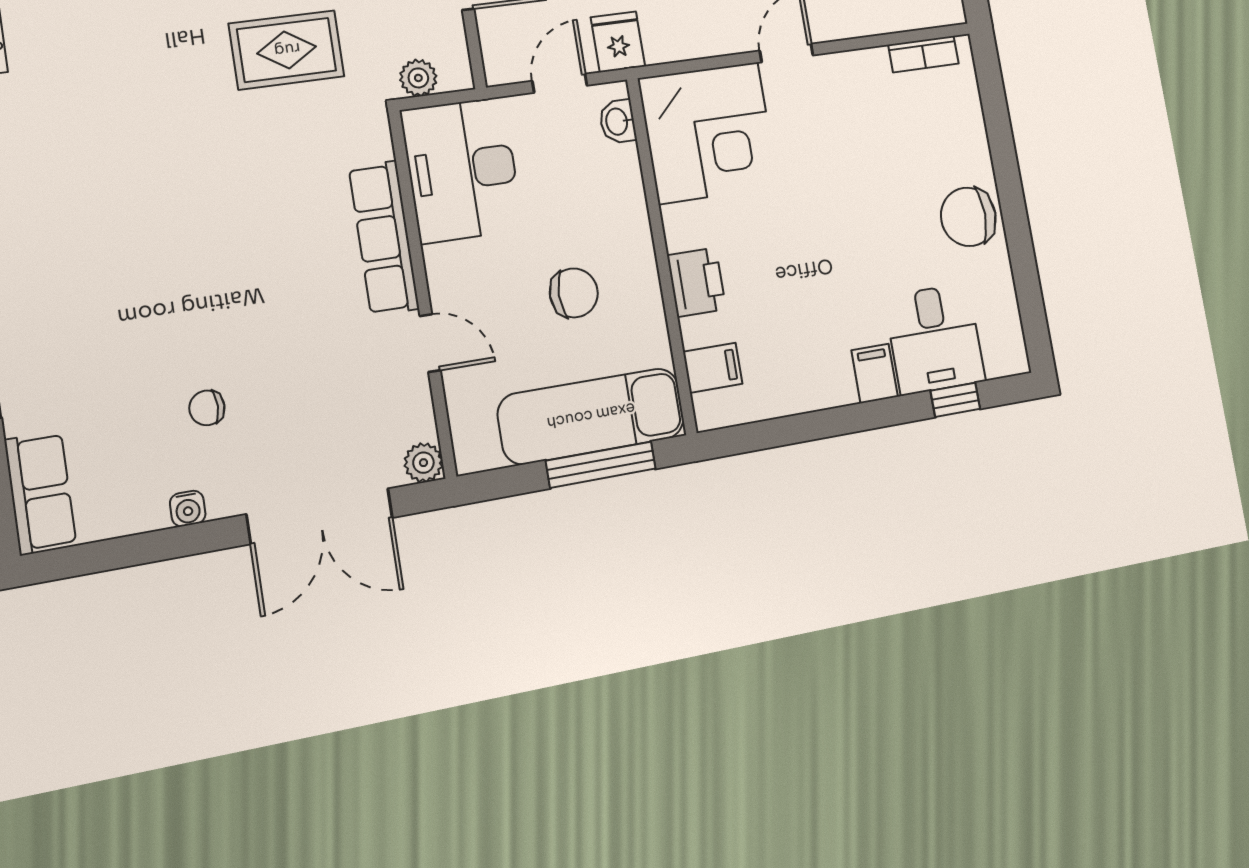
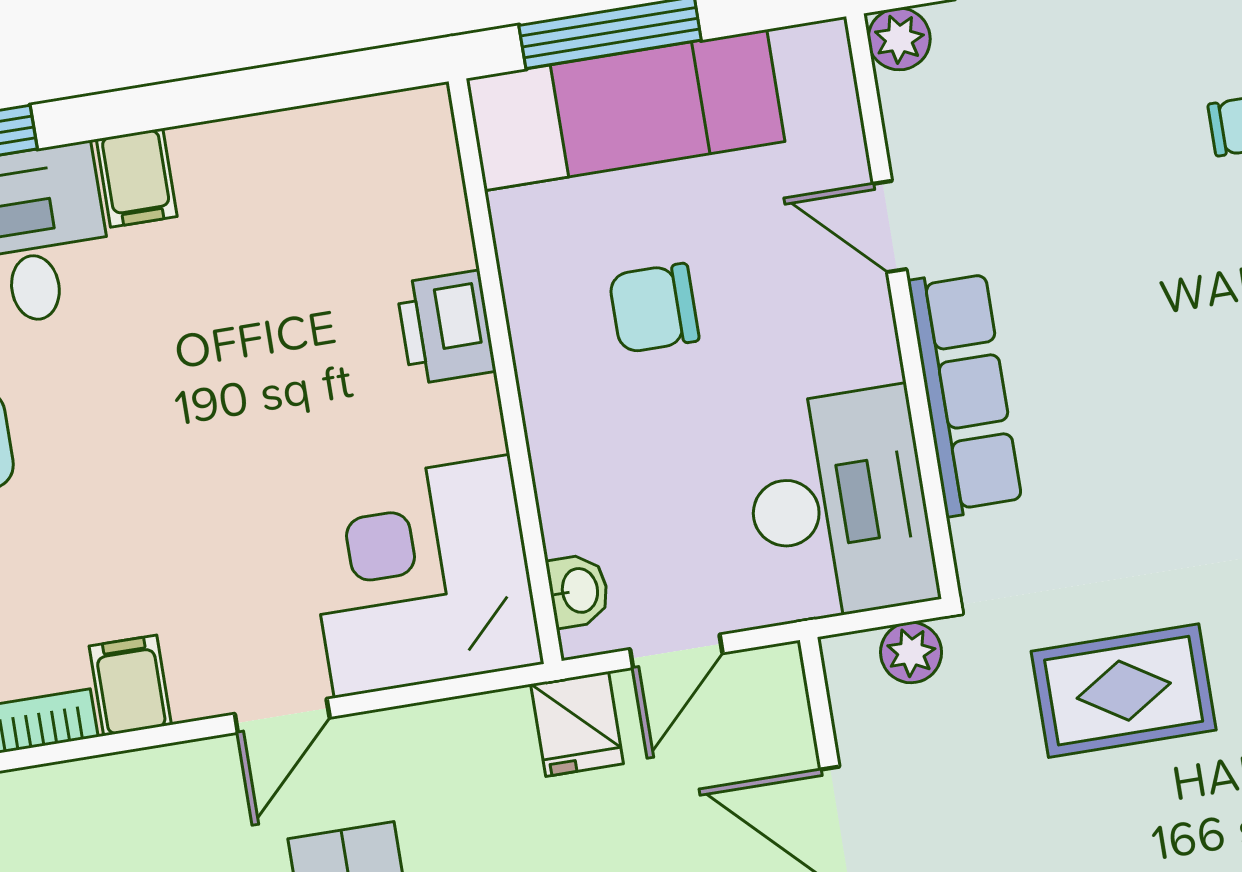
filing cabinet: (713, 368) -> (130, 685), moved, turned 90

